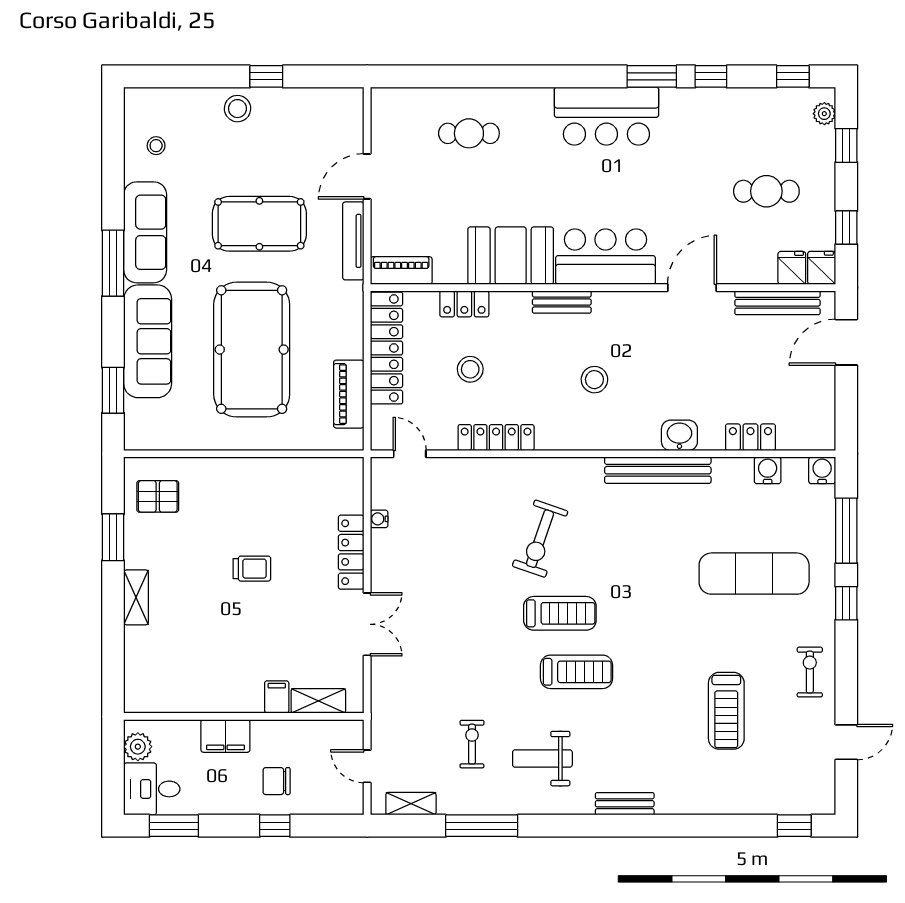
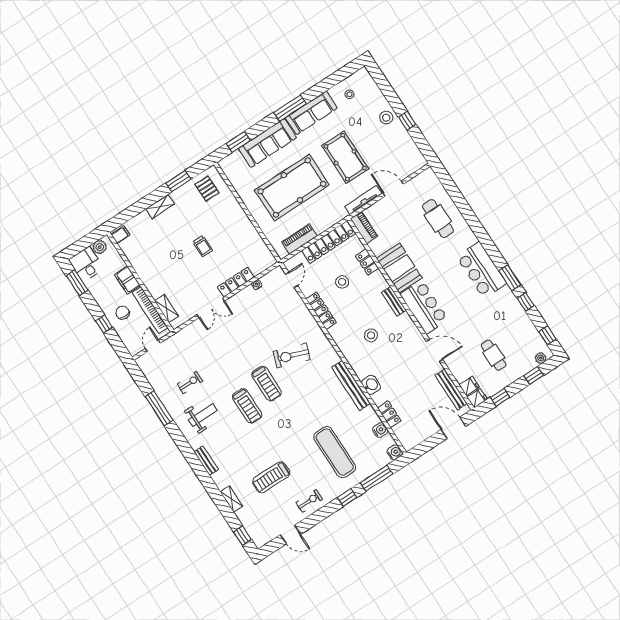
cafe table: (469, 133) -> (438, 218), width x1.37, depth x1.35
filing cabinet: (277, 697) -> (121, 235), moved
bookcase: (303, 731) -> (150, 310), added
weight bench: (542, 759) -> (203, 415), turned 90
shelving: (411, 804) -> (231, 499), moved

